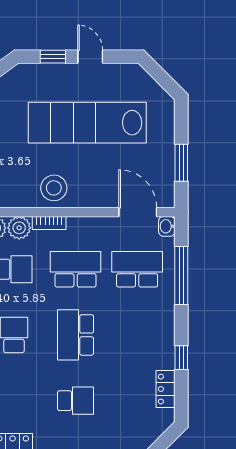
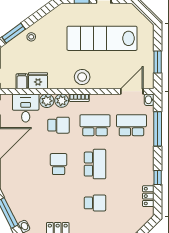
door: (138, 212) -> (132, 91), hinge flipped
school desk: (76, 335) -> (95, 164), turned 180

